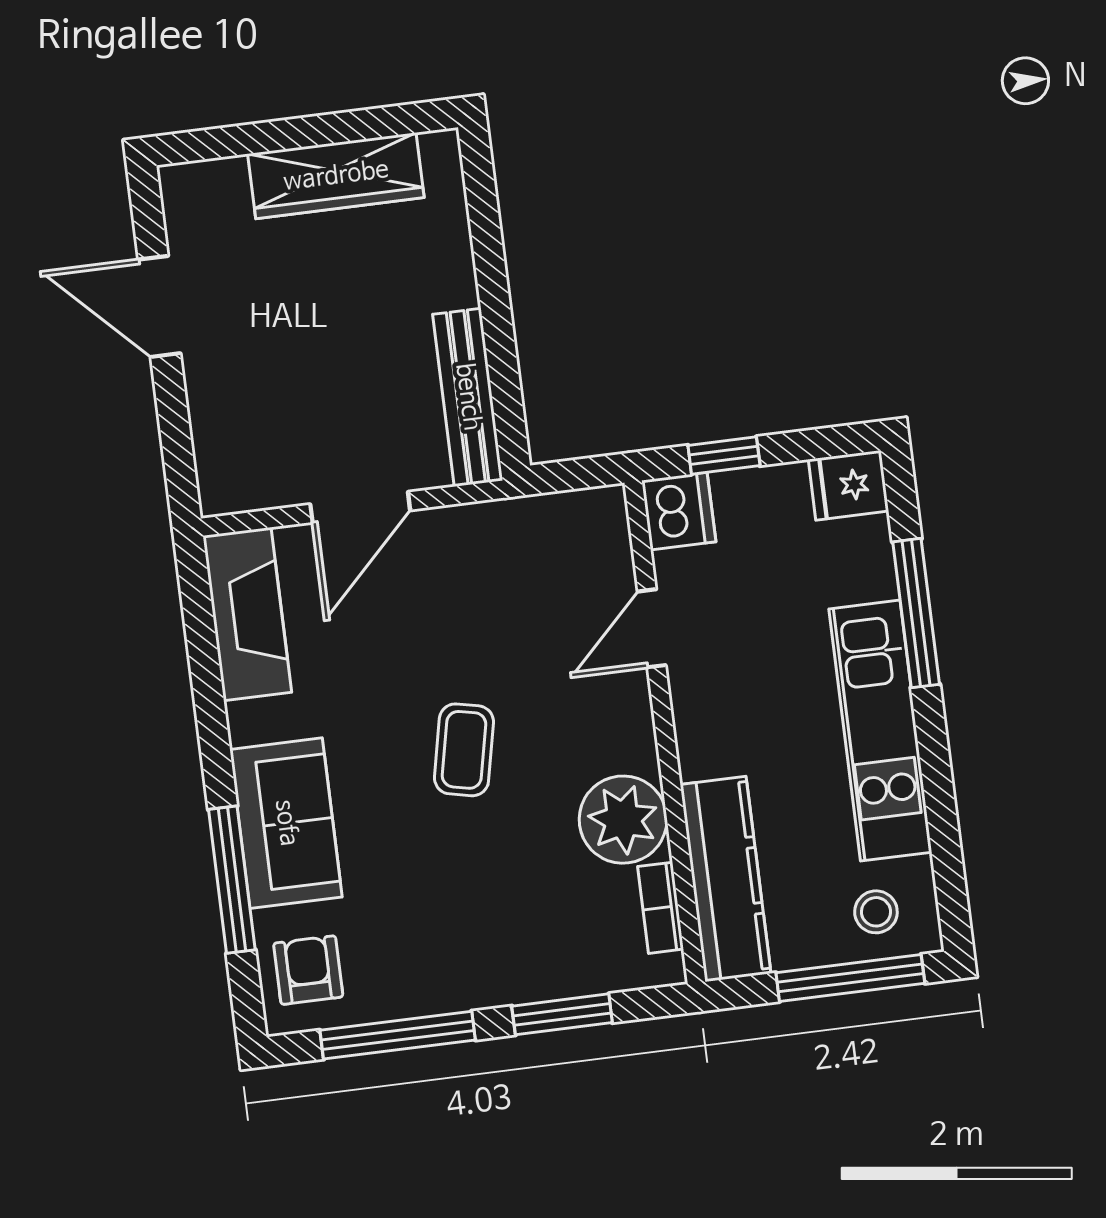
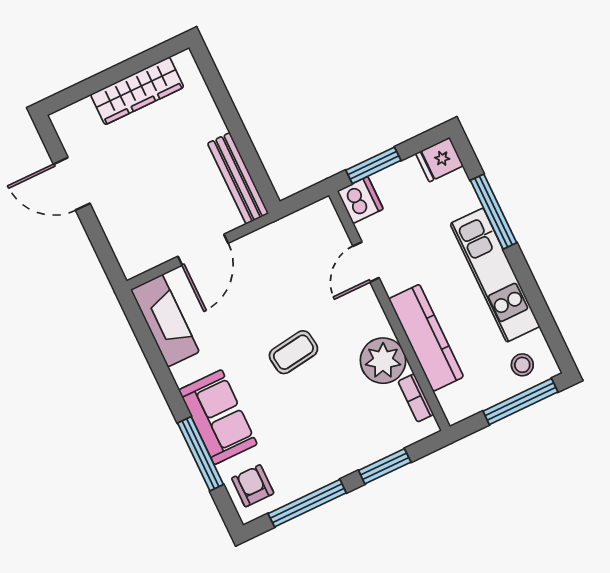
window: (724, 455) -> (373, 165), width x1.50
coffee table: (464, 750) -> (293, 352), turned 70
kitchen counter: (725, 879) -> (426, 338), moved

